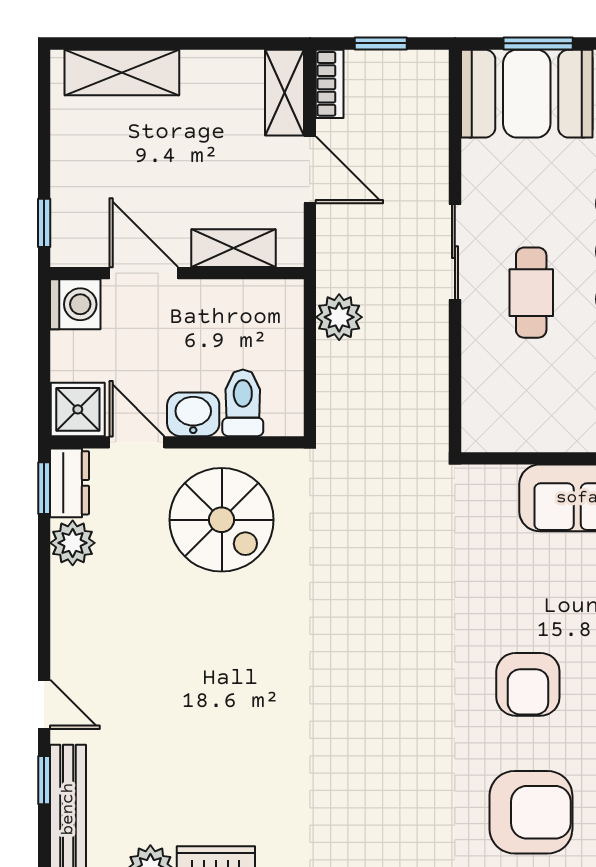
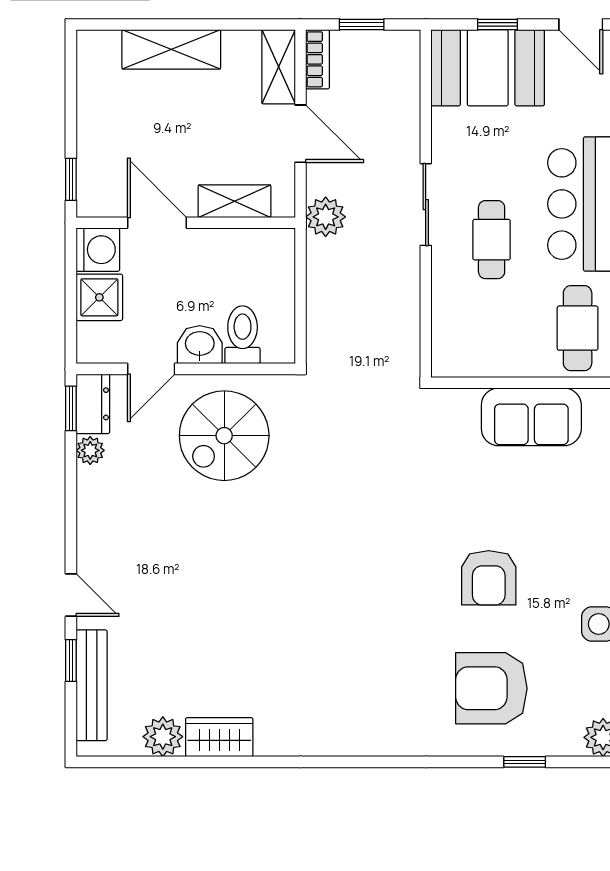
window: (538, 43) -> (497, 24), width x0.67
shelving: (122, 72) -> (171, 49), moved
plant: (339, 317) -> (326, 217), moved
shower: (78, 409) -> (99, 297), moved
door: (137, 442) -> (151, 369), swing flipped
spiral stairs: (222, 520) -> (224, 436), turned 90
plant: (73, 543) -> (90, 450), width x0.73, depth x0.73
armchair: (531, 812) -> (491, 688), turned 180

